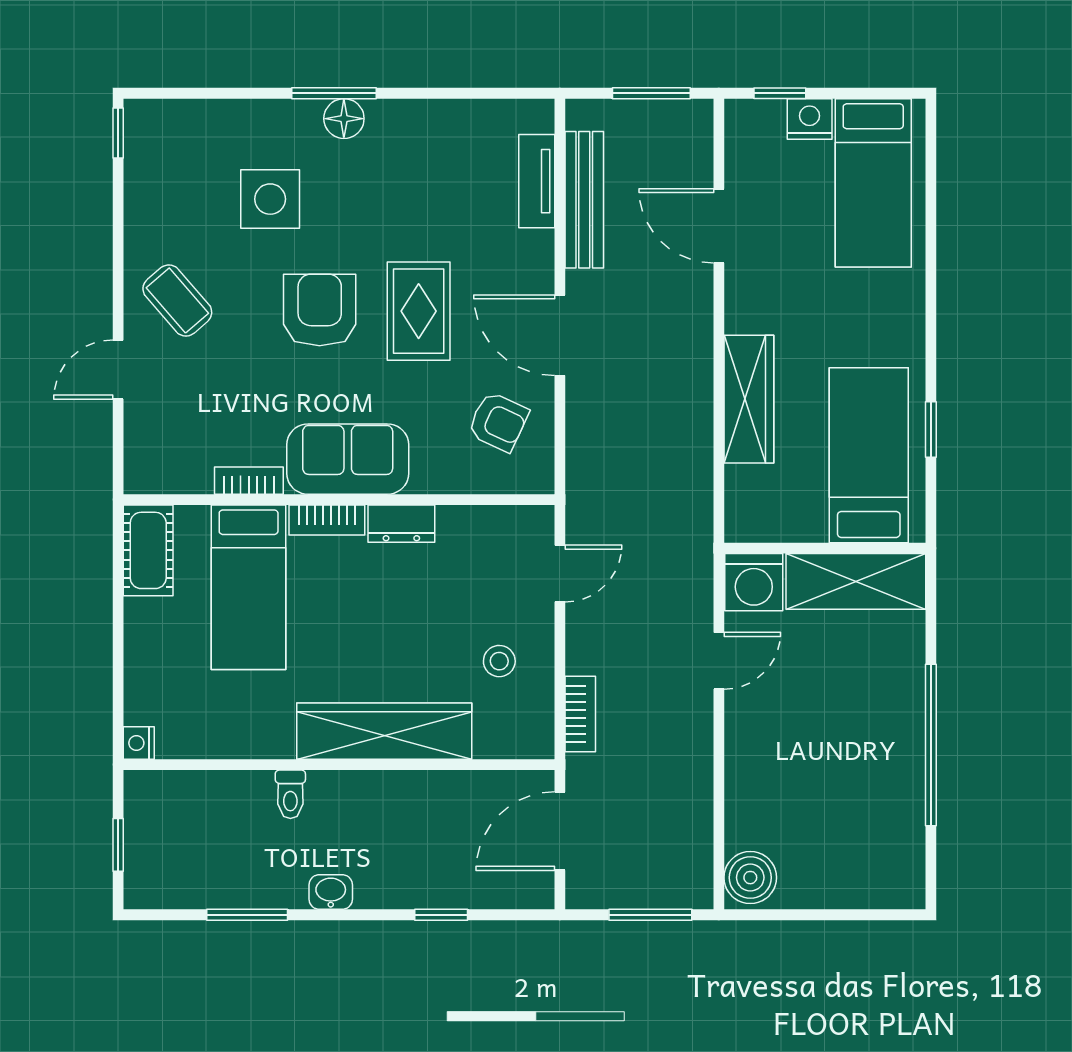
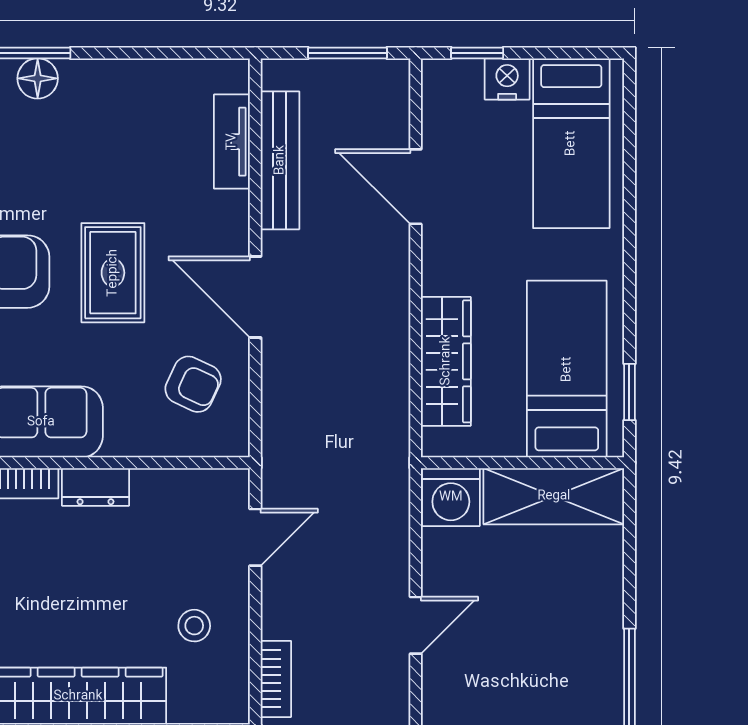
bed: (869, 455) -> (567, 369), moved
wall: (825, 548) -> (523, 463), moved
shelving: (856, 581) -> (554, 496), moved
washing machine: (754, 582) -> (451, 497), moved

